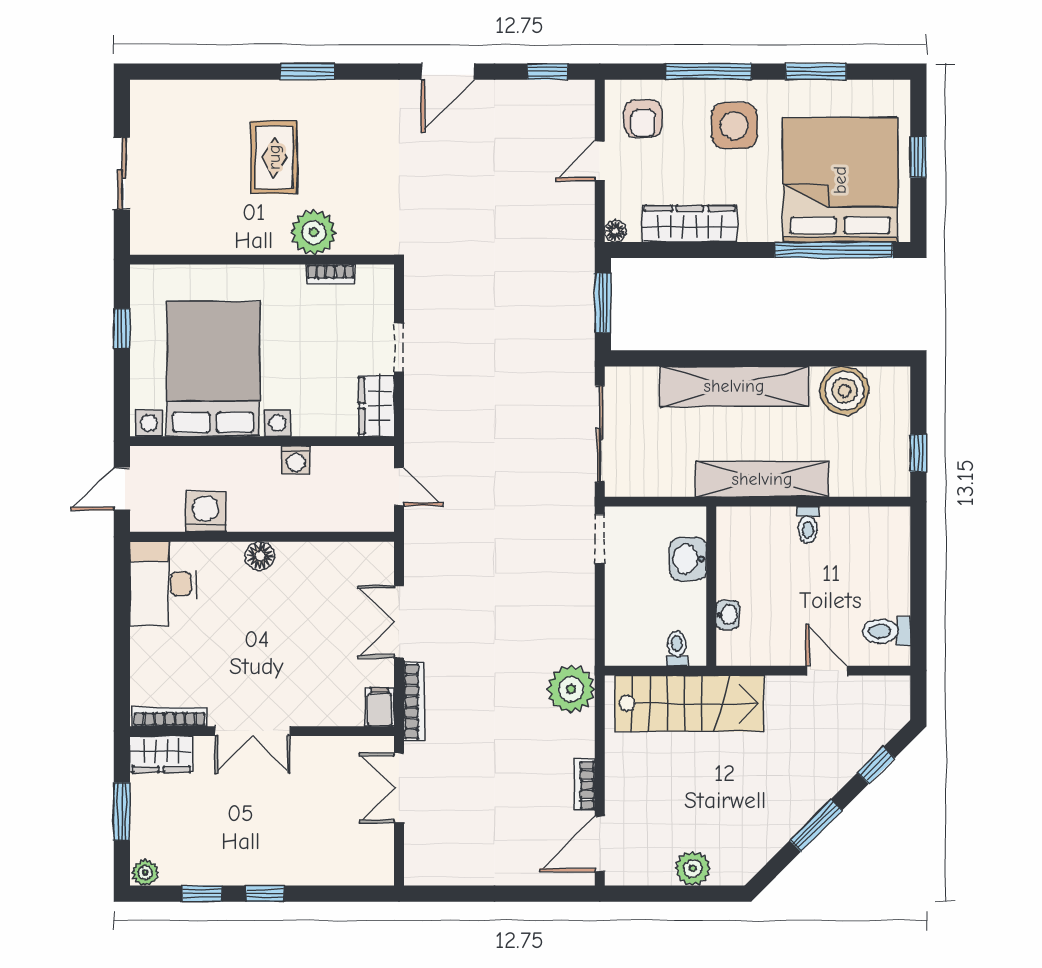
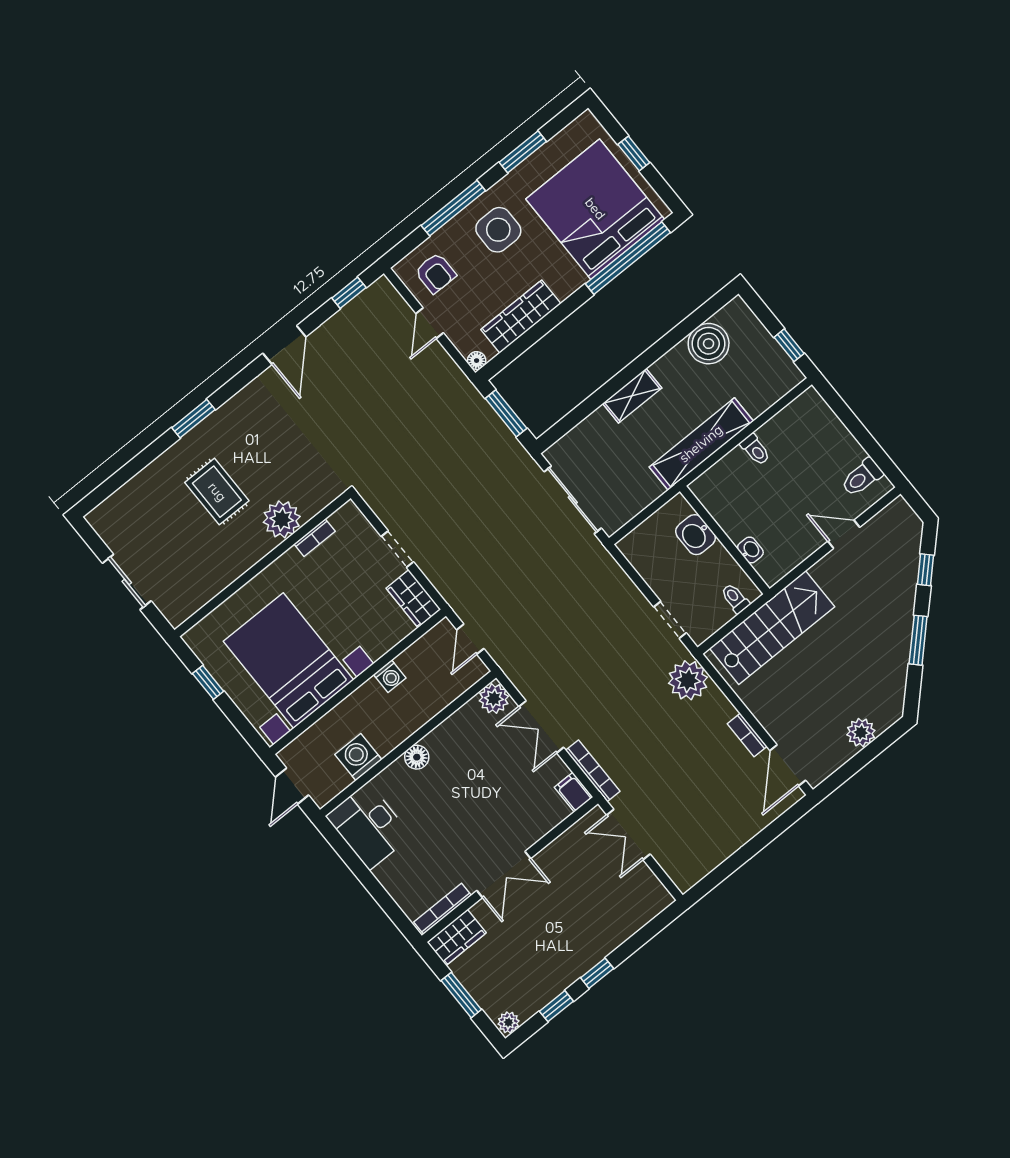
shelving: (734, 386) -> (632, 396), width x0.45, depth x0.75
door: (399, 486) -> (470, 639), swing flipped
doorway: (600, 539) -> (670, 620), moved
plant: (376, 560) -> (494, 699), added

